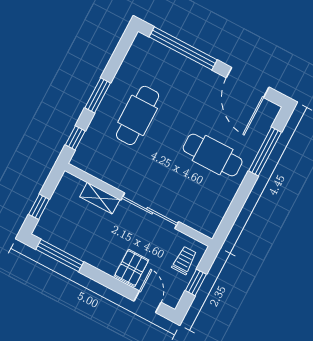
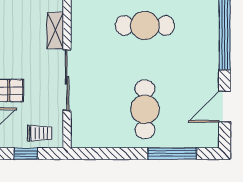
door: (248, 82) -> (225, 107), width x0.73

